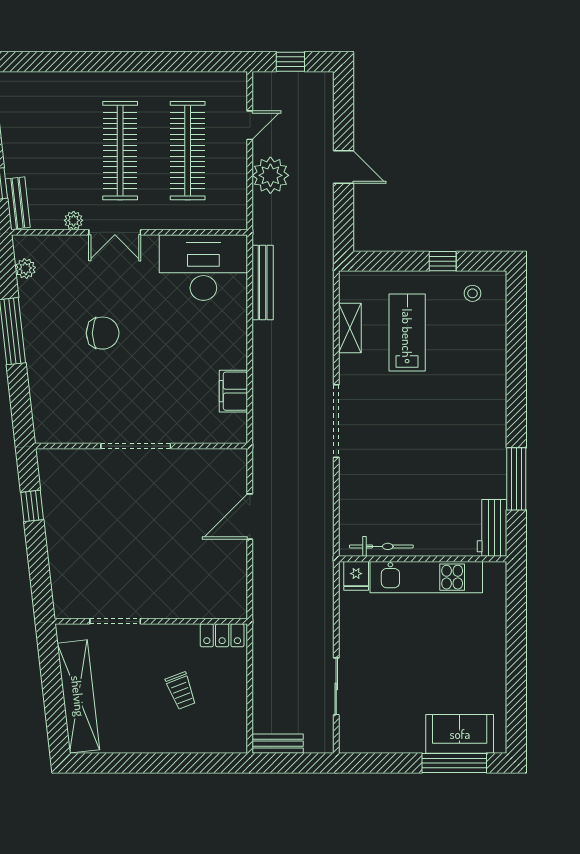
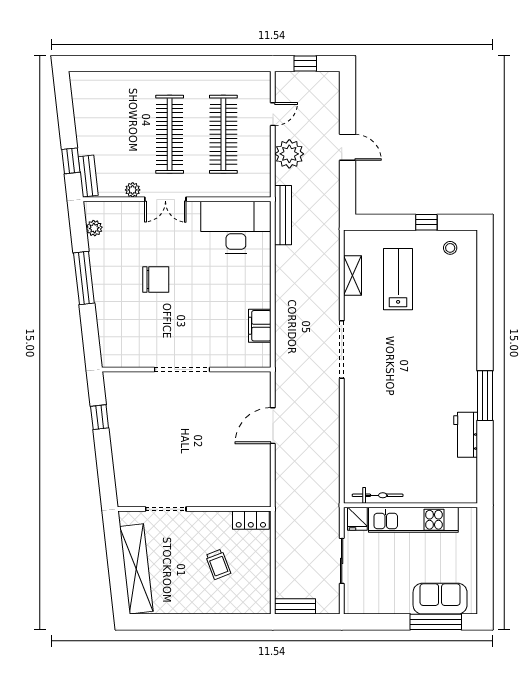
bench: (263, 283) -> (283, 215), moved
bicycle: (381, 546) -> (378, 495), moved
wall: (423, 559) -> (411, 505), moved
fridge: (356, 576) -> (357, 519), moved
kitchen unit: (426, 577) -> (413, 520), moved

